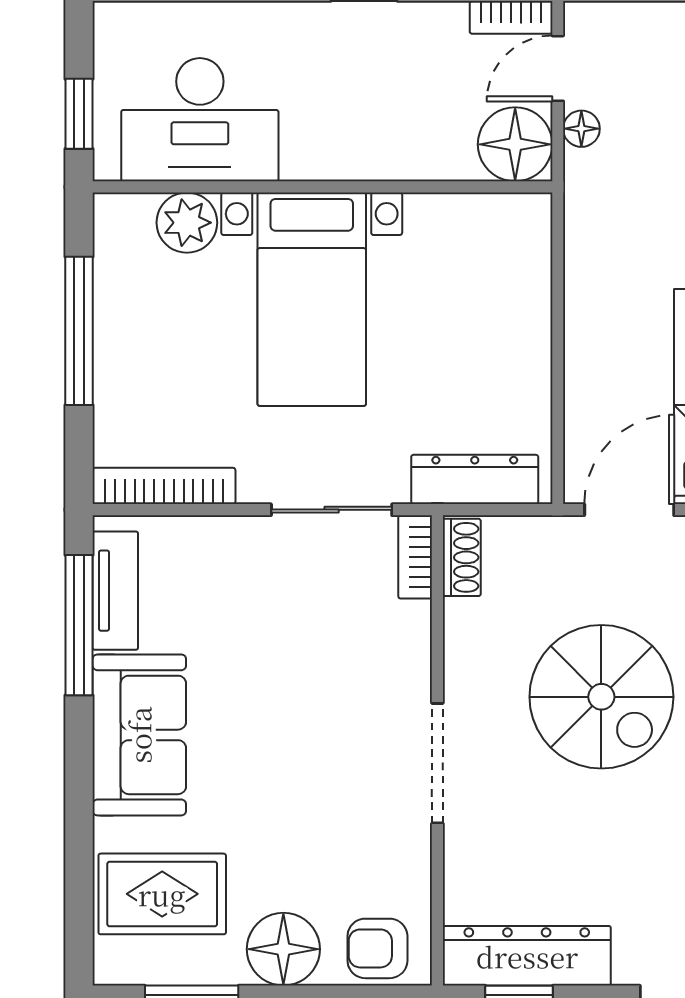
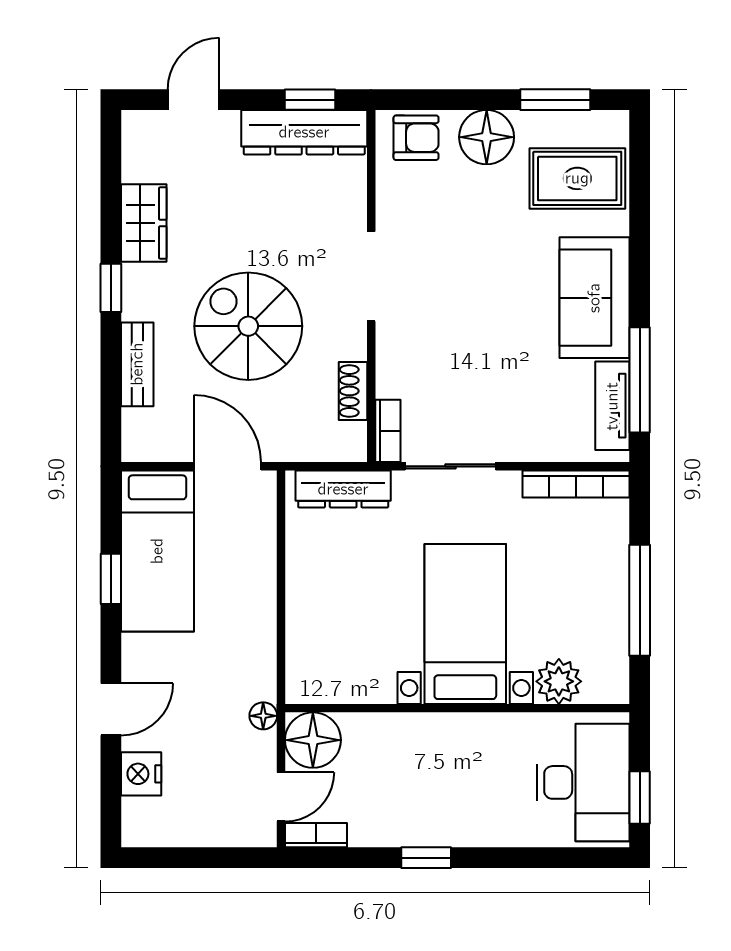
window: (79, 114) -> (640, 798), moved
desk: (200, 120) -> (583, 782), moved, turned 90
floor lamp: (581, 129) -> (263, 716), moved
door: (629, 510) -> (227, 466), swing flipped
shoe rack: (462, 557) -> (353, 391), moved

